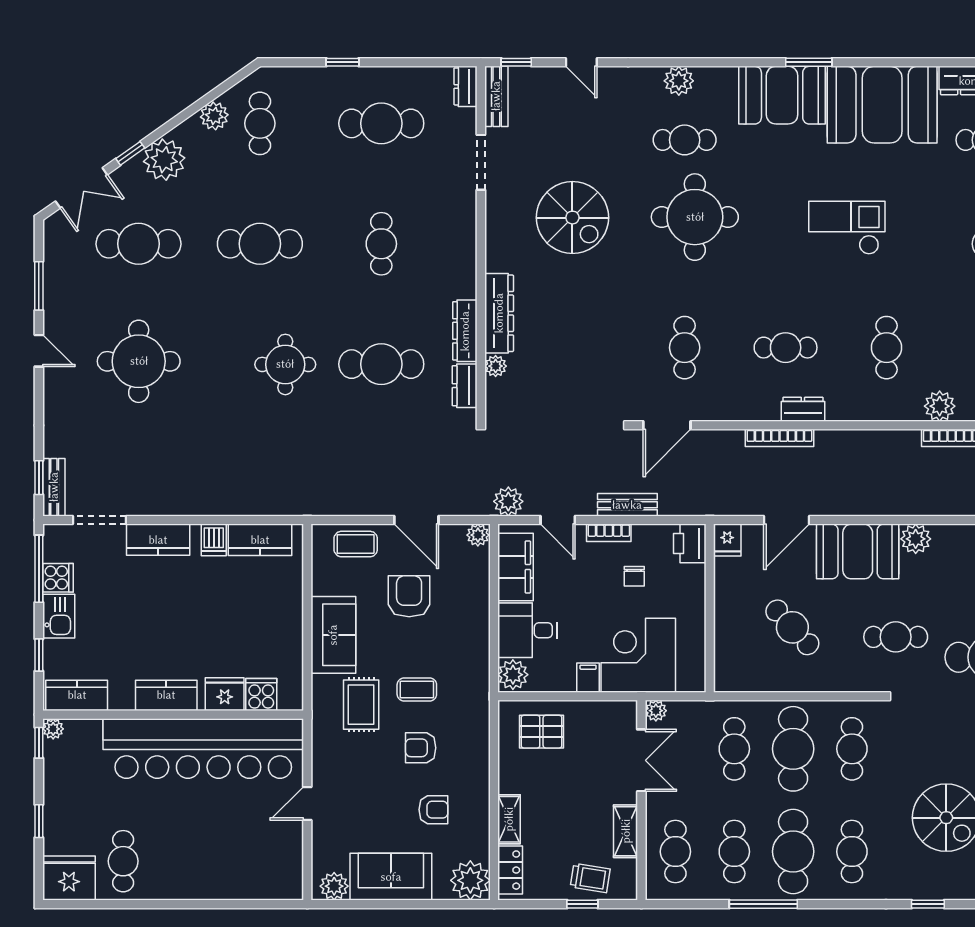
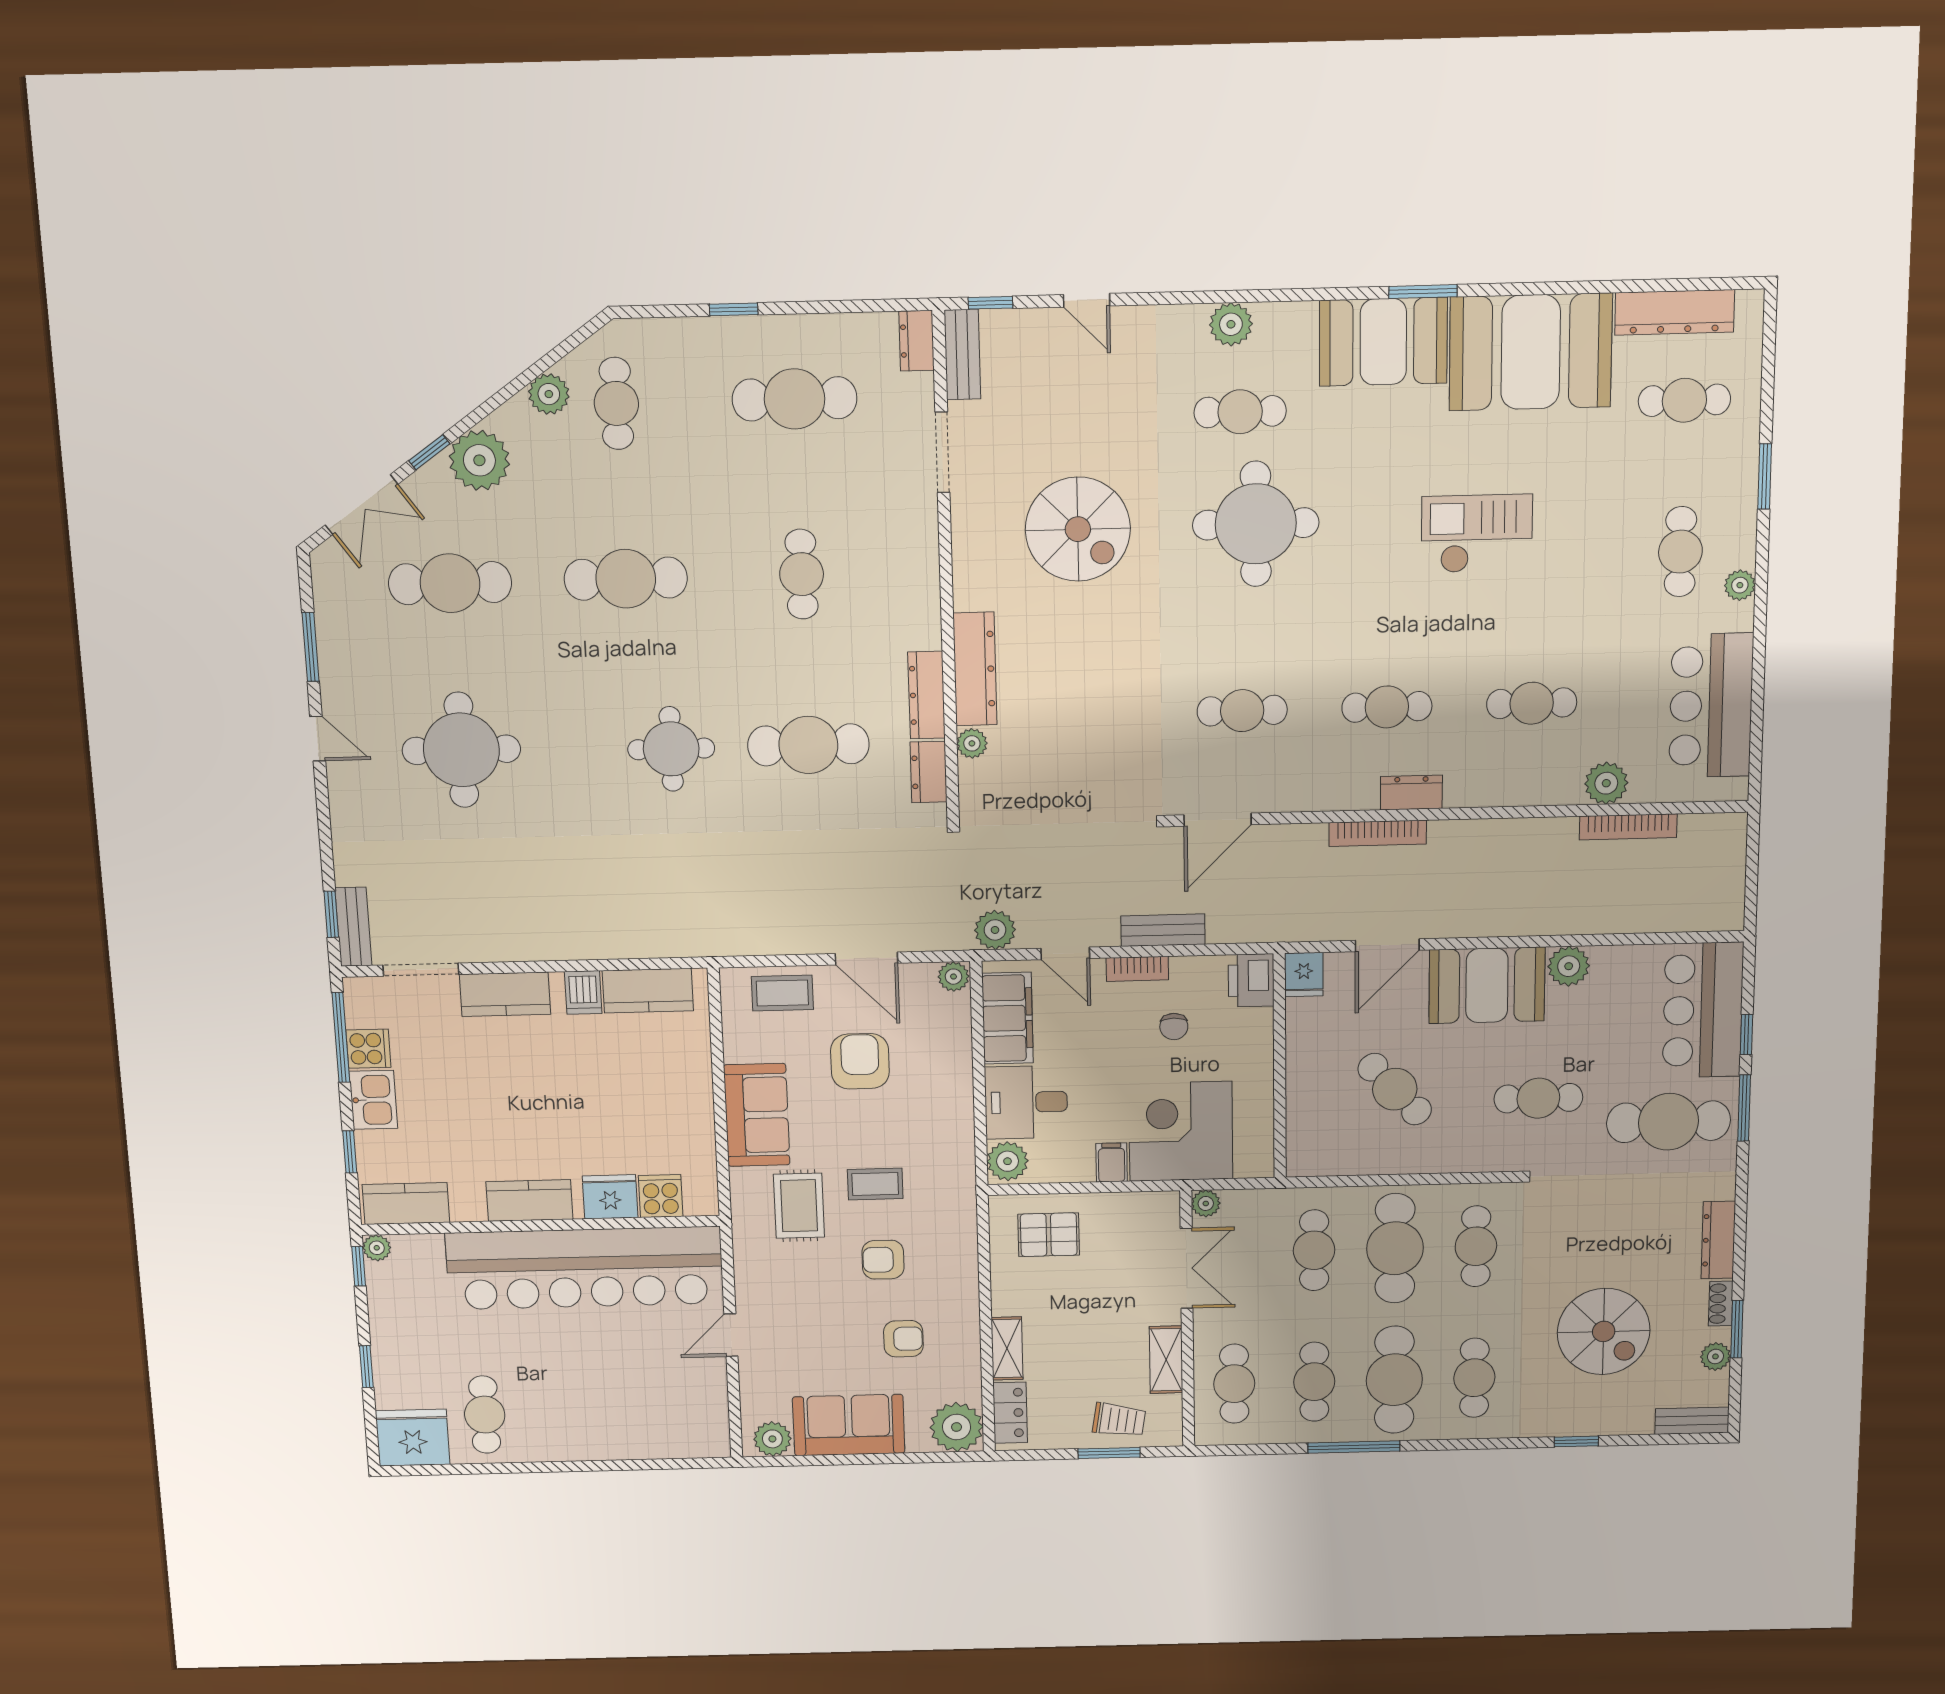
cafe table: (685, 348) -> (1242, 711), turned 90
cafe table: (887, 348) -> (1532, 703), turned 90
window: (582, 904) -> (1109, 1453), width x1.50

